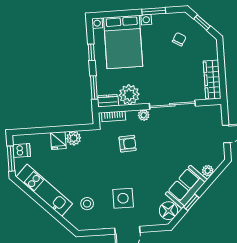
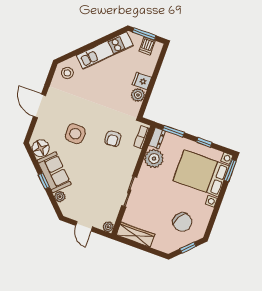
window: (154, 11) -> (230, 171), moved
chair: (179, 39) -> (182, 222), width x1.87, depth x1.87
sliding door: (172, 105) -> (129, 191), width x0.73
plant: (144, 115) -> (108, 227), moved
side table: (123, 198) -> (75, 134), moved
window: (191, 202) -> (44, 181), moved
stool: (87, 204) -> (67, 73), moved

